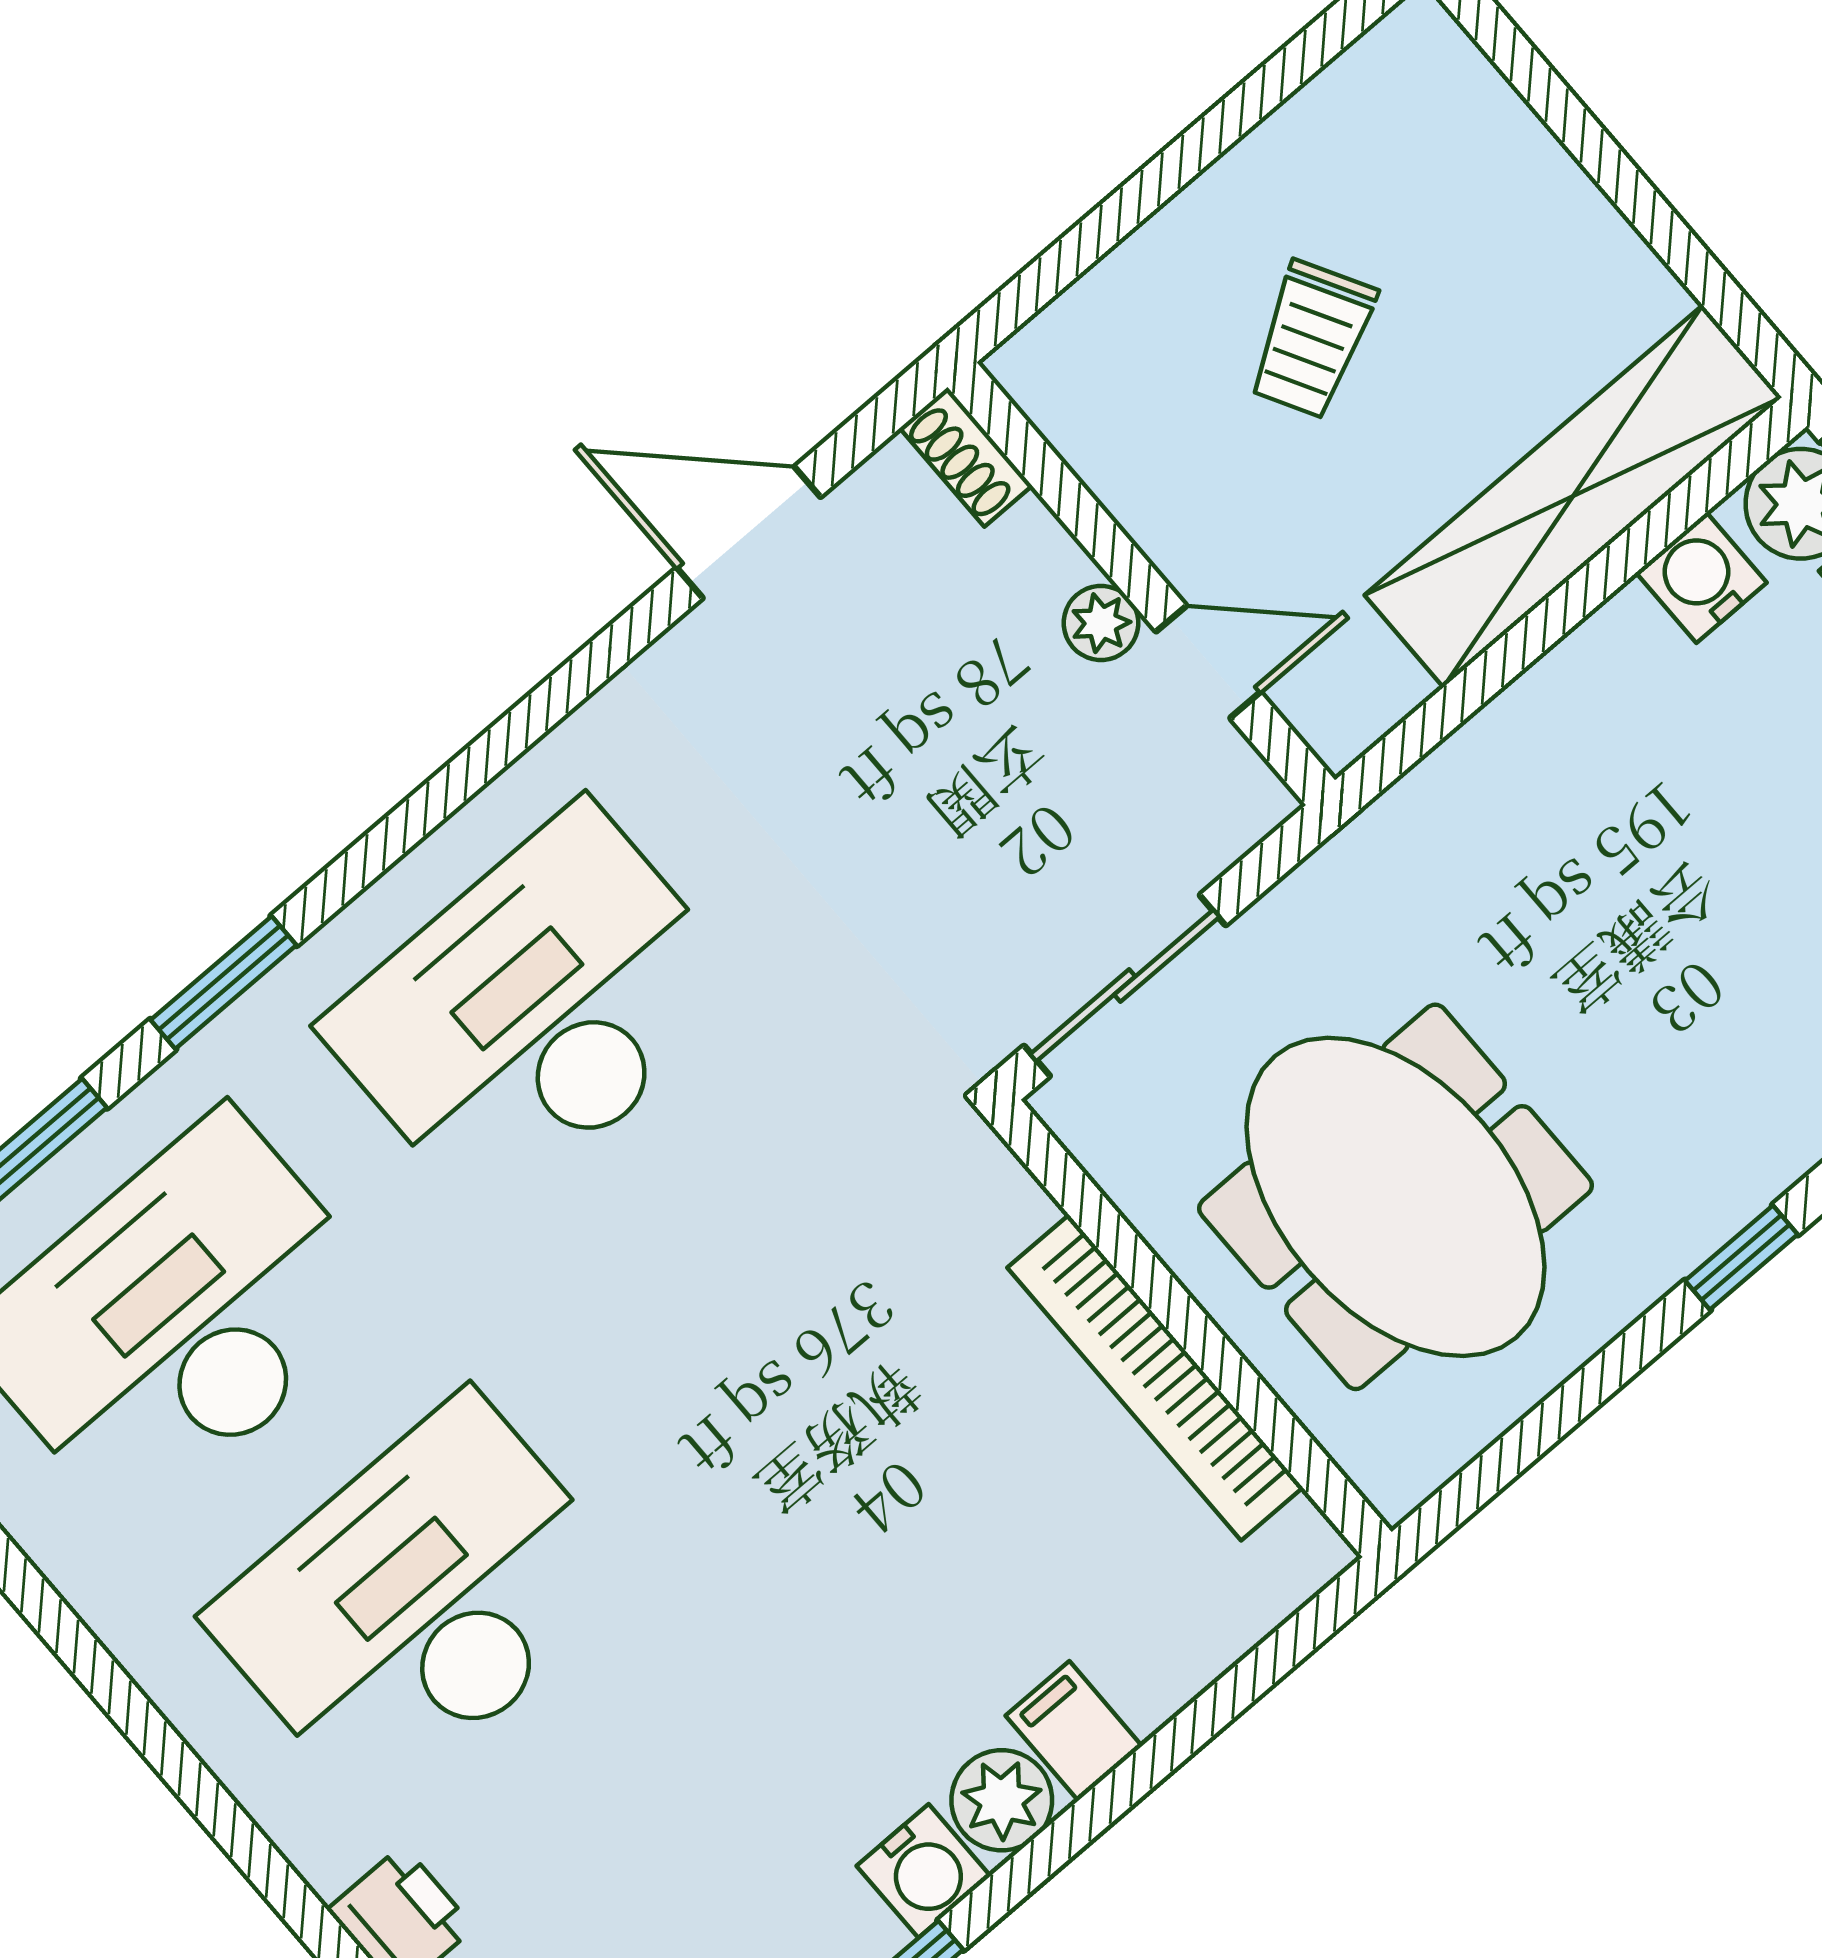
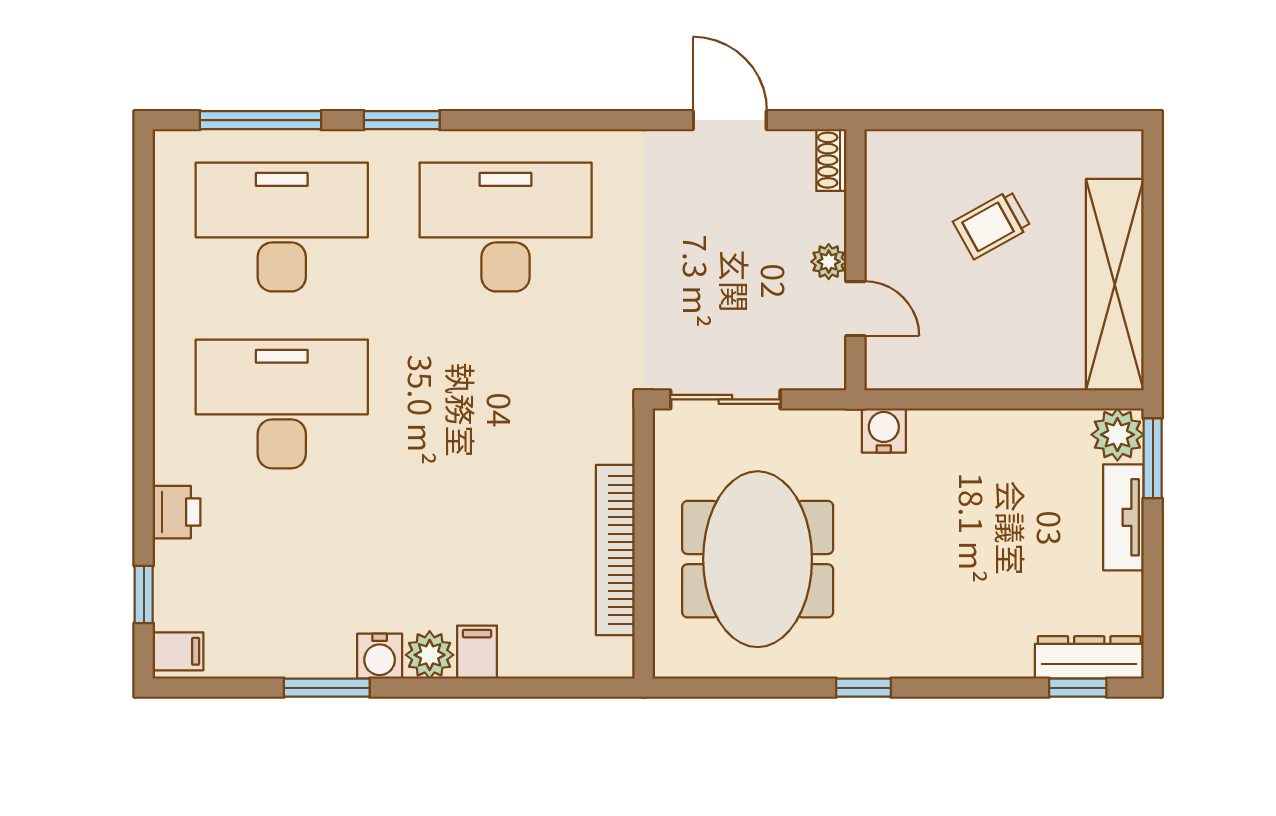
shelving: (1573, 496) -> (1115, 285), moved, turned 90
water cooler: (1701, 578) -> (884, 431), moved

